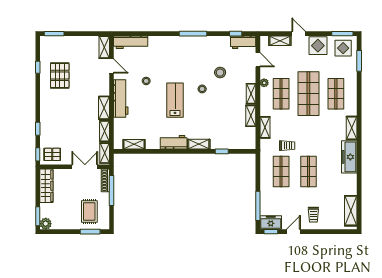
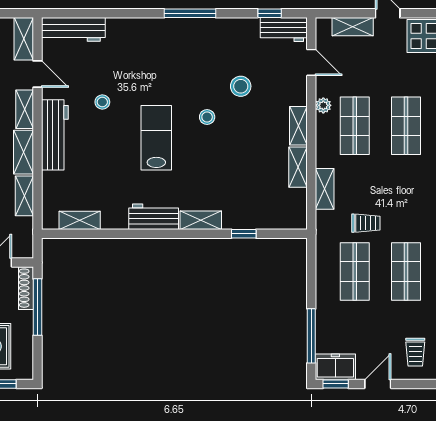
shop shelf: (308, 94) -> (406, 126), width x0.70, depth x0.74
shelving: (105, 153) -> (25, 109), moved

